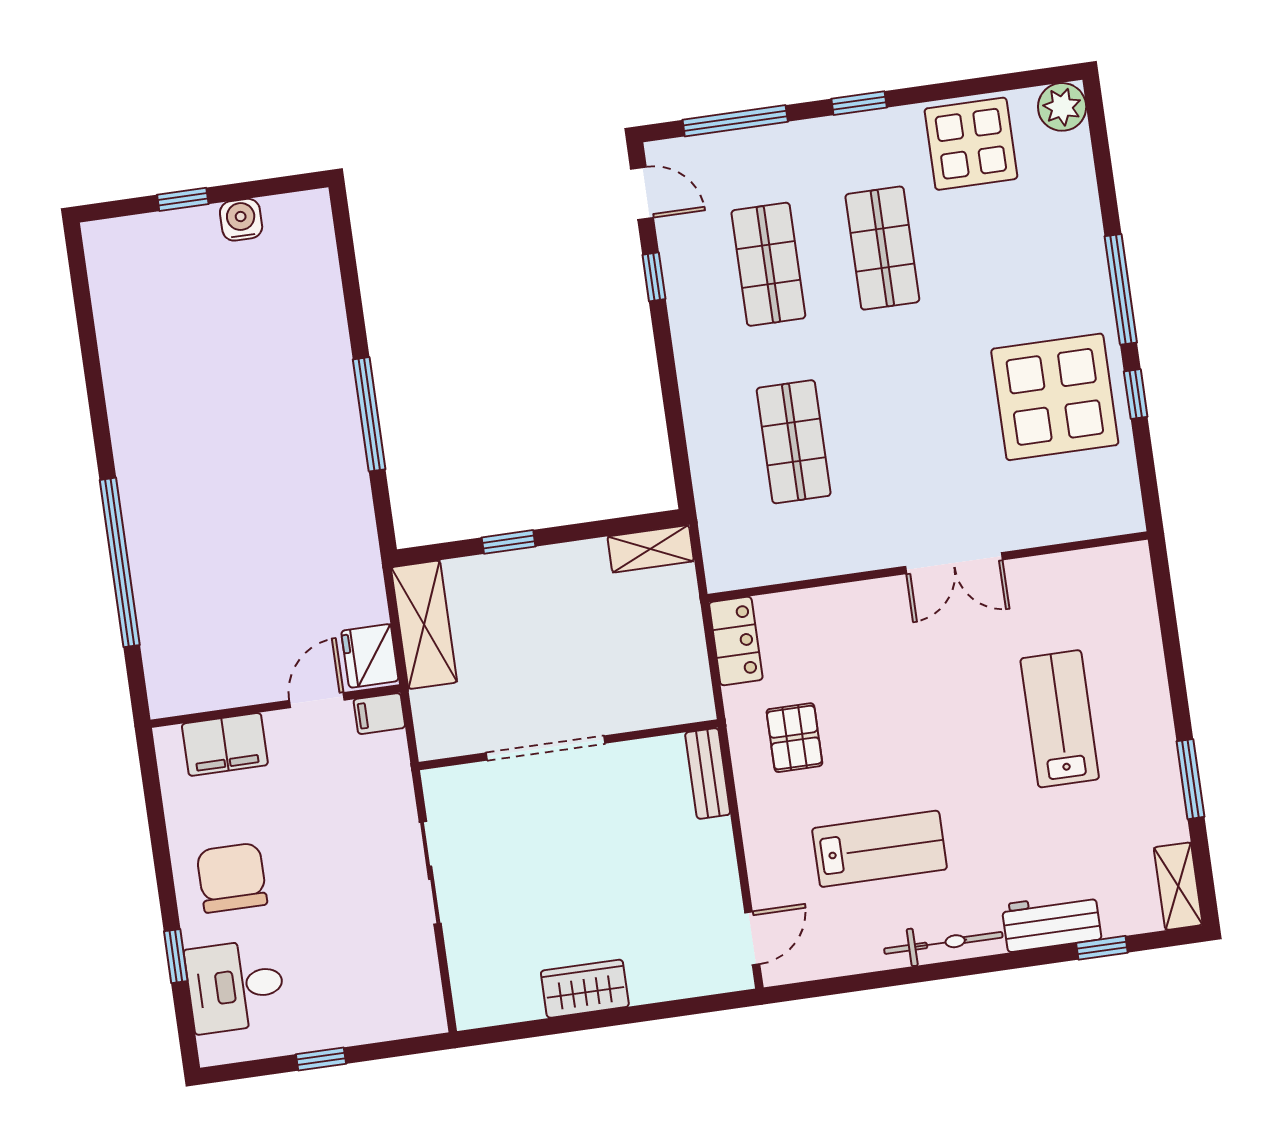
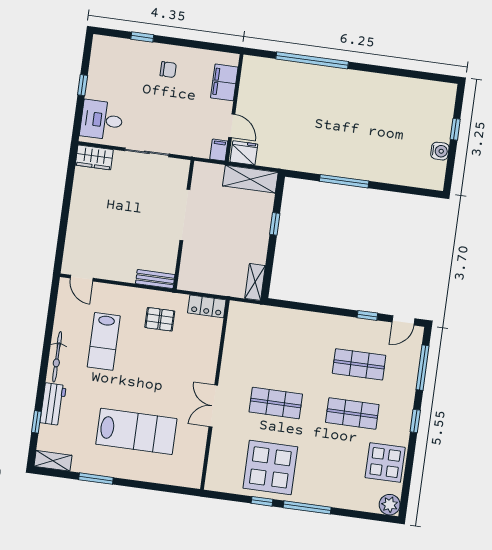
shop shelf: (794, 442) -> (276, 403), moved
lab bench: (1060, 719) -> (136, 431), width x1.36, depth x1.39
chair: (232, 878) -> (168, 70), width x0.54, depth x0.54
desk: (236, 986) -> (102, 120), moved, turned -90
wardrobe: (585, 989) -> (94, 157), moved, turned 90

